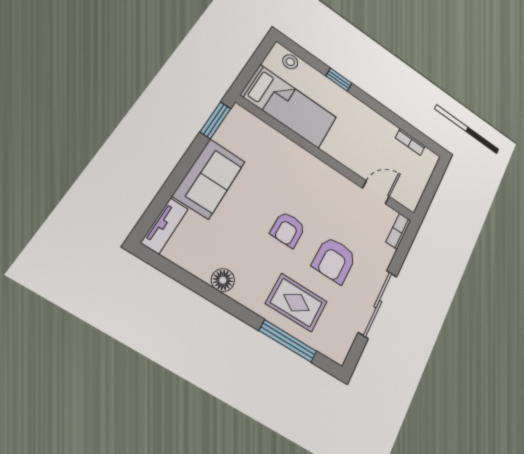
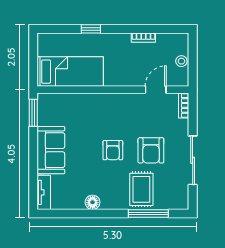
stool: (290, 62) -> (181, 61), moved
bookcase: (410, 142) -> (143, 38), moved
rug: (296, 303) -> (141, 189), turned 90

